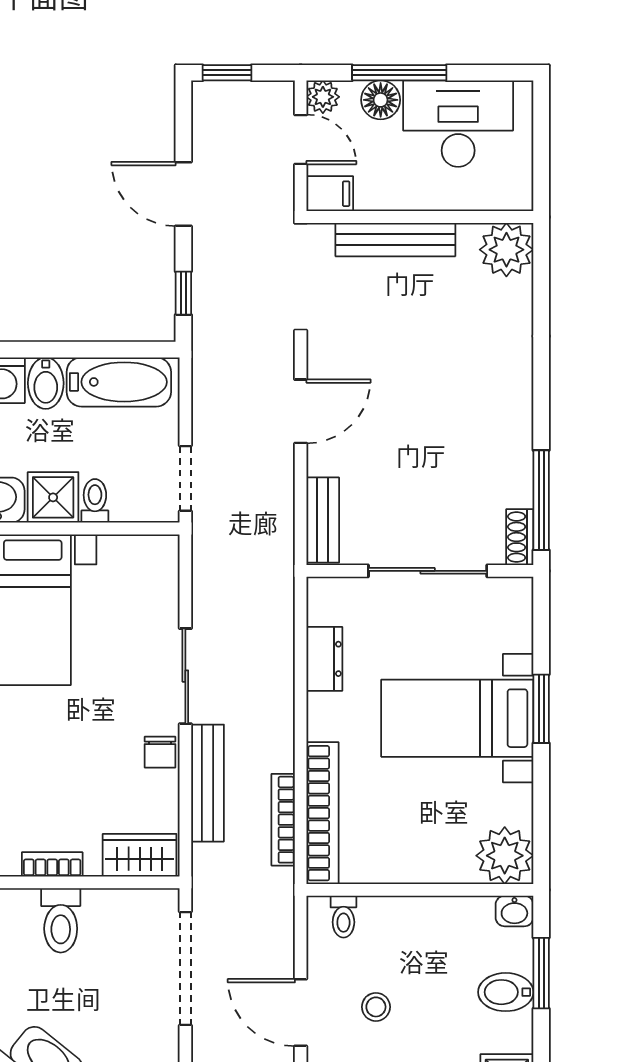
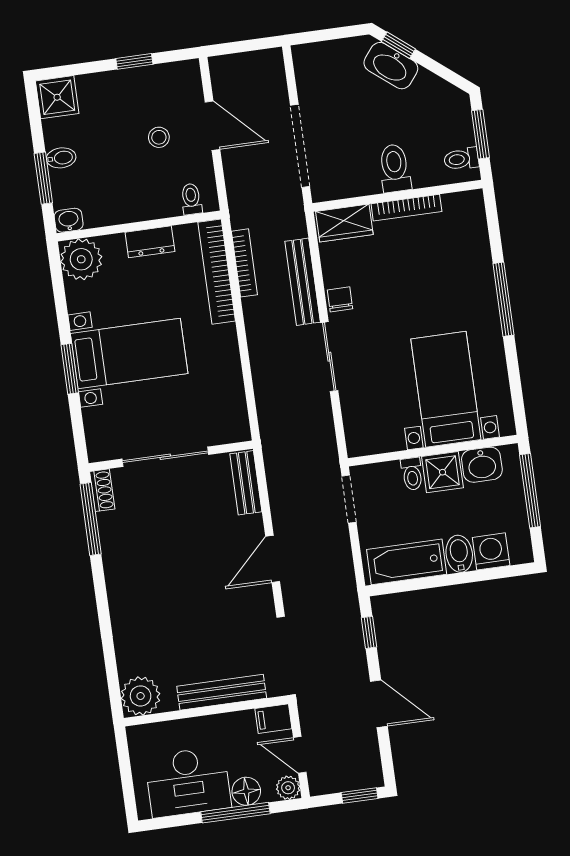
dresser: (324, 659) -> (150, 242), moved, turned -90
bookcase: (52, 864) -> (406, 208), width x1.56
bidet: (506, 992) -> (61, 158), width x0.72, depth x0.74

